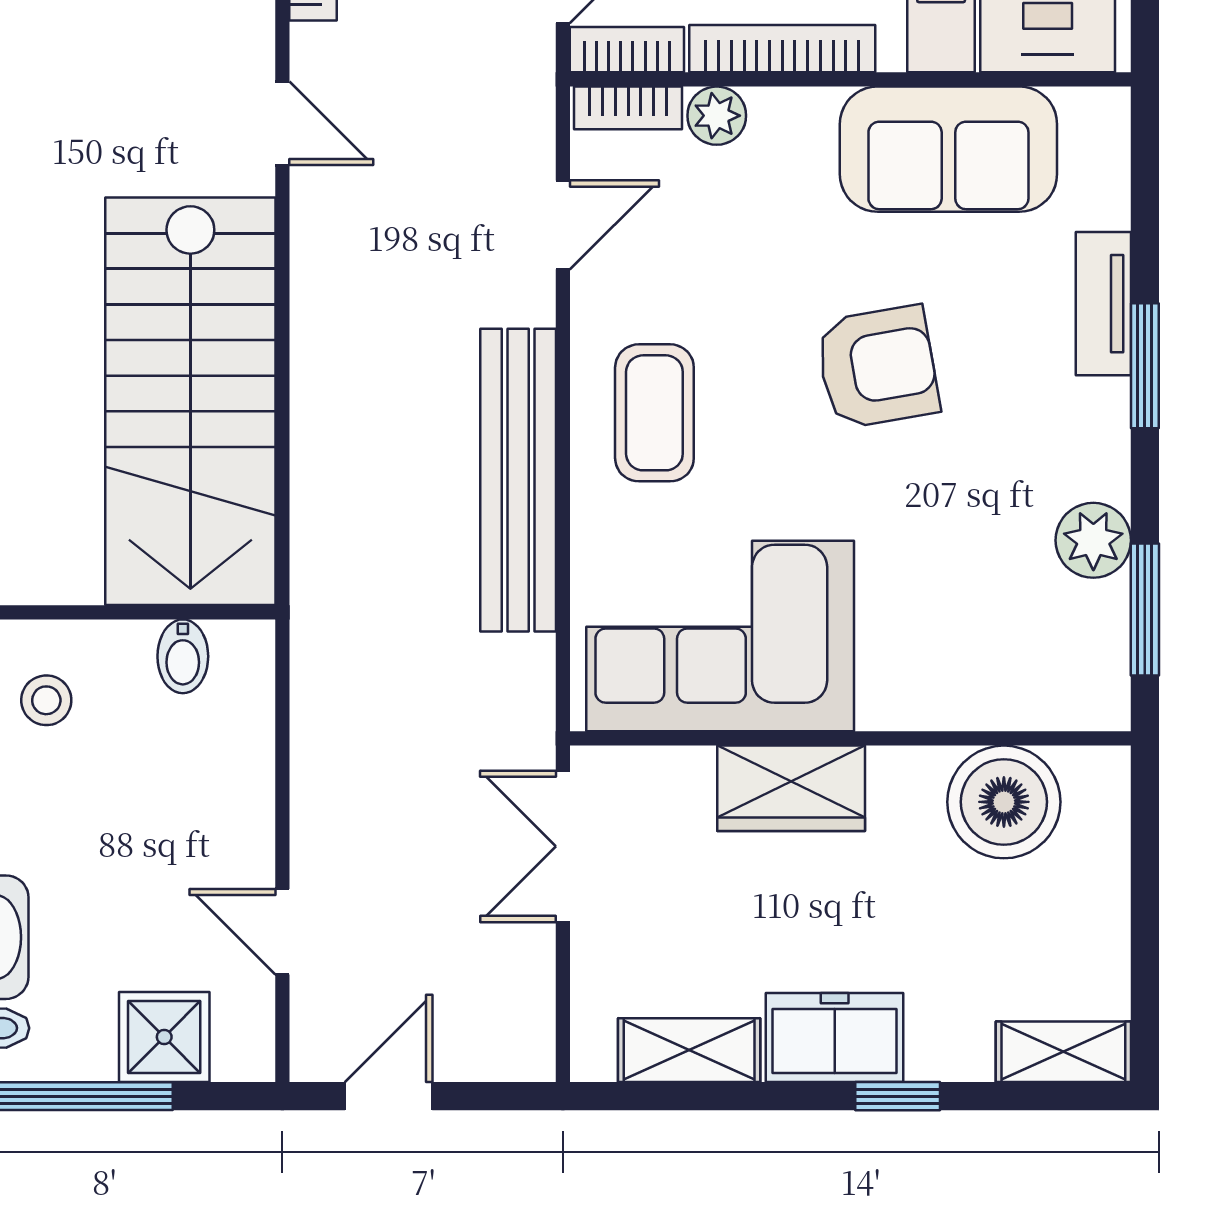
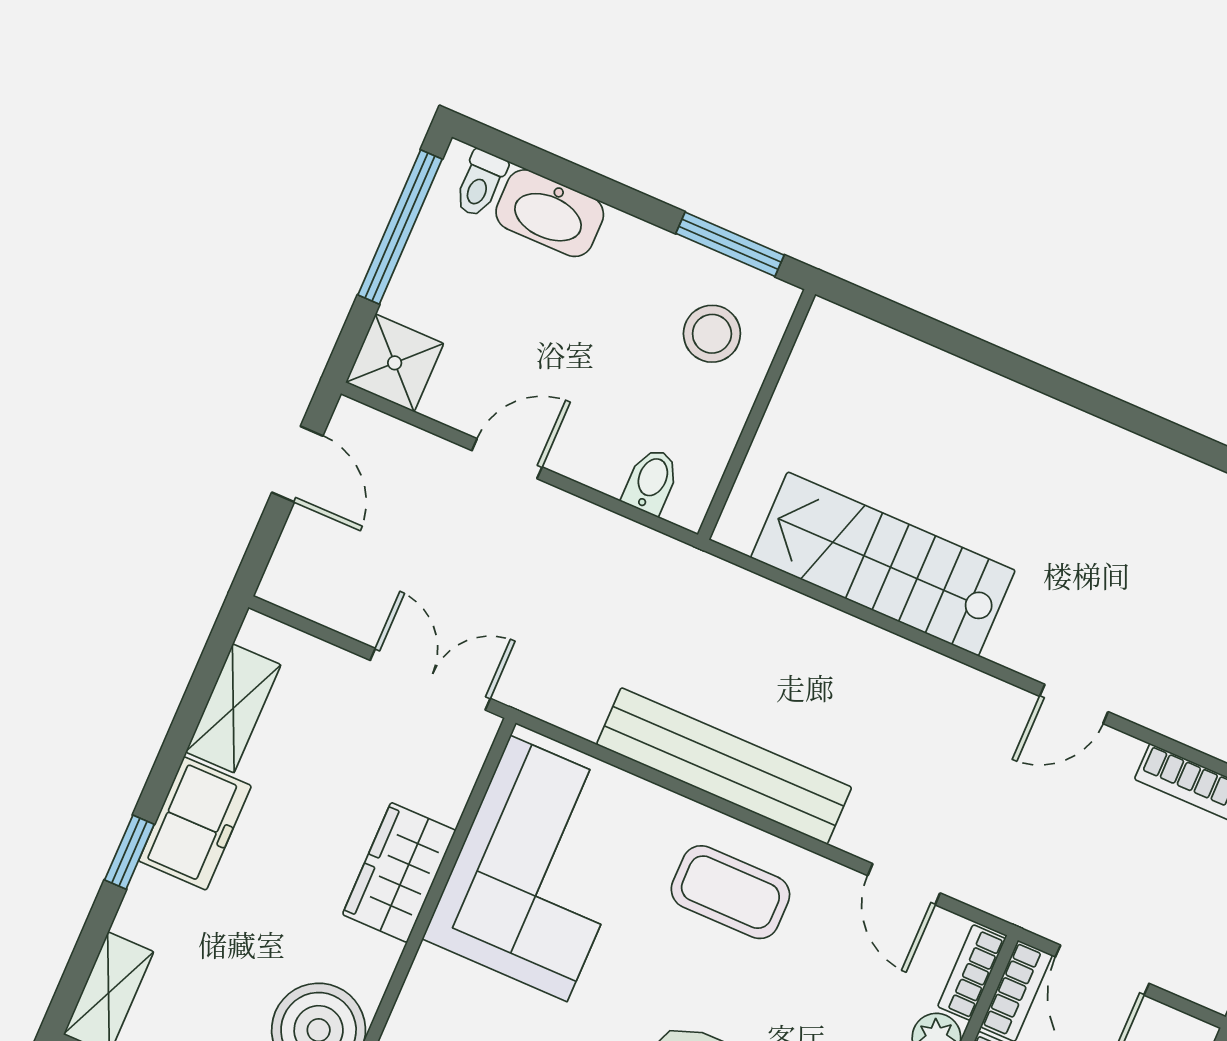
stairs: (190, 401) -> (883, 564), width x0.73, depth x0.66
bidet: (183, 656) -> (651, 481), moved, turned 90
stool: (46, 700) -> (712, 334), width x1.37, depth x1.37
door: (282, 932) -> (507, 459), moved
shower: (164, 1037) -> (395, 363), moved

